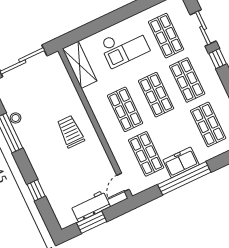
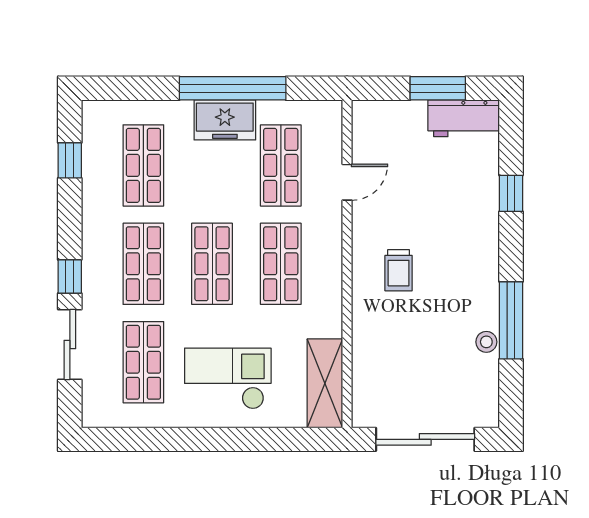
trolley: (70, 132) -> (399, 270), width x0.73, depth x0.72
door: (123, 182) -> (347, 182), moved
workbench: (91, 206) -> (464, 118), moved

